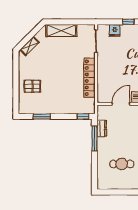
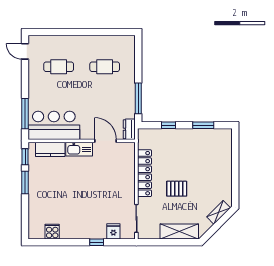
pallet: (32, 86) -> (177, 189), moved
door: (121, 104) -> (106, 141), swing flipped
window: (83, 116) -> (169, 125), moved
dresser: (102, 128) -> (129, 129), moved

